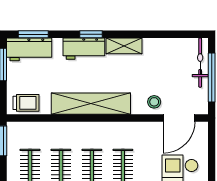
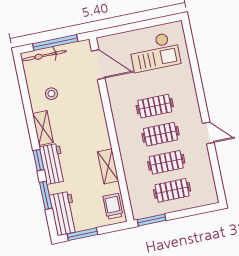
window: (33, 34) -> (46, 195), moved
stool: (154, 102) -> (51, 94), moved
shelving: (91, 104) -> (108, 166), width x0.45, depth x0.75

